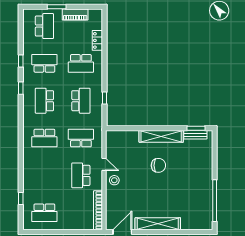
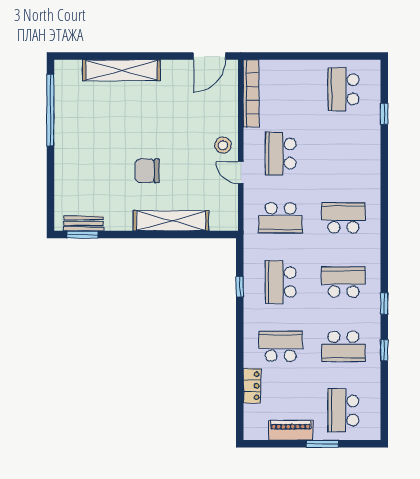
school desk: (44, 101) -> (343, 282), turned -90
shelving: (161, 136) -> (171, 221), moved
school desk: (81, 175) -> (281, 154), turned 180
school desk: (44, 213) -> (343, 89), turned -90
shelving: (158, 224) -> (121, 70), moved

